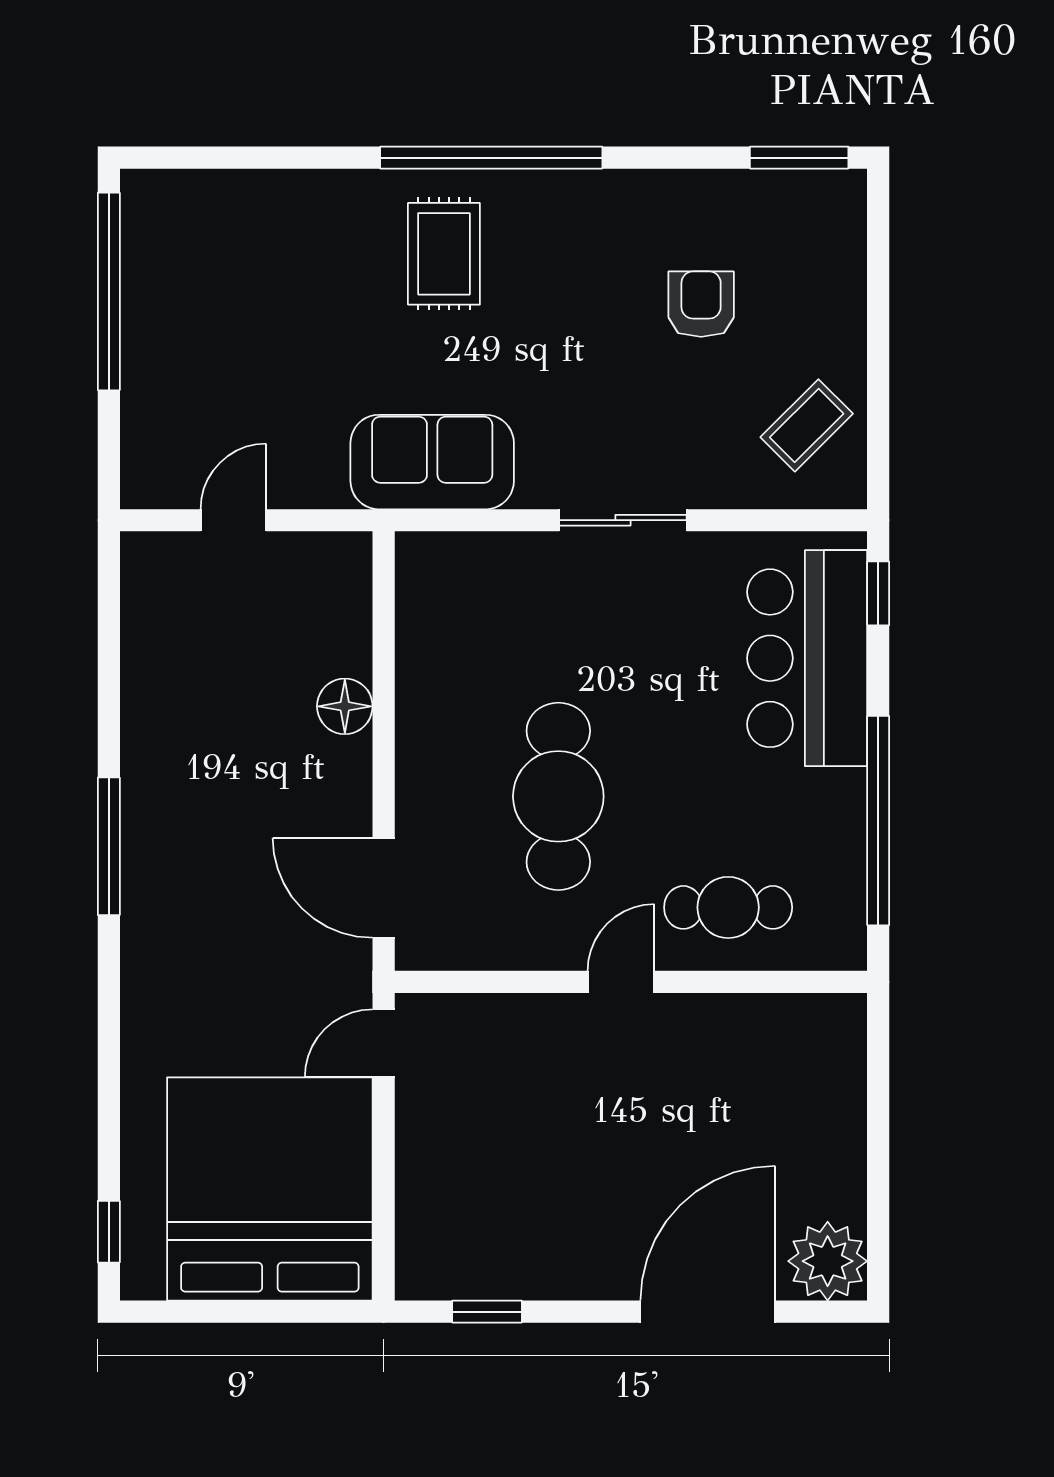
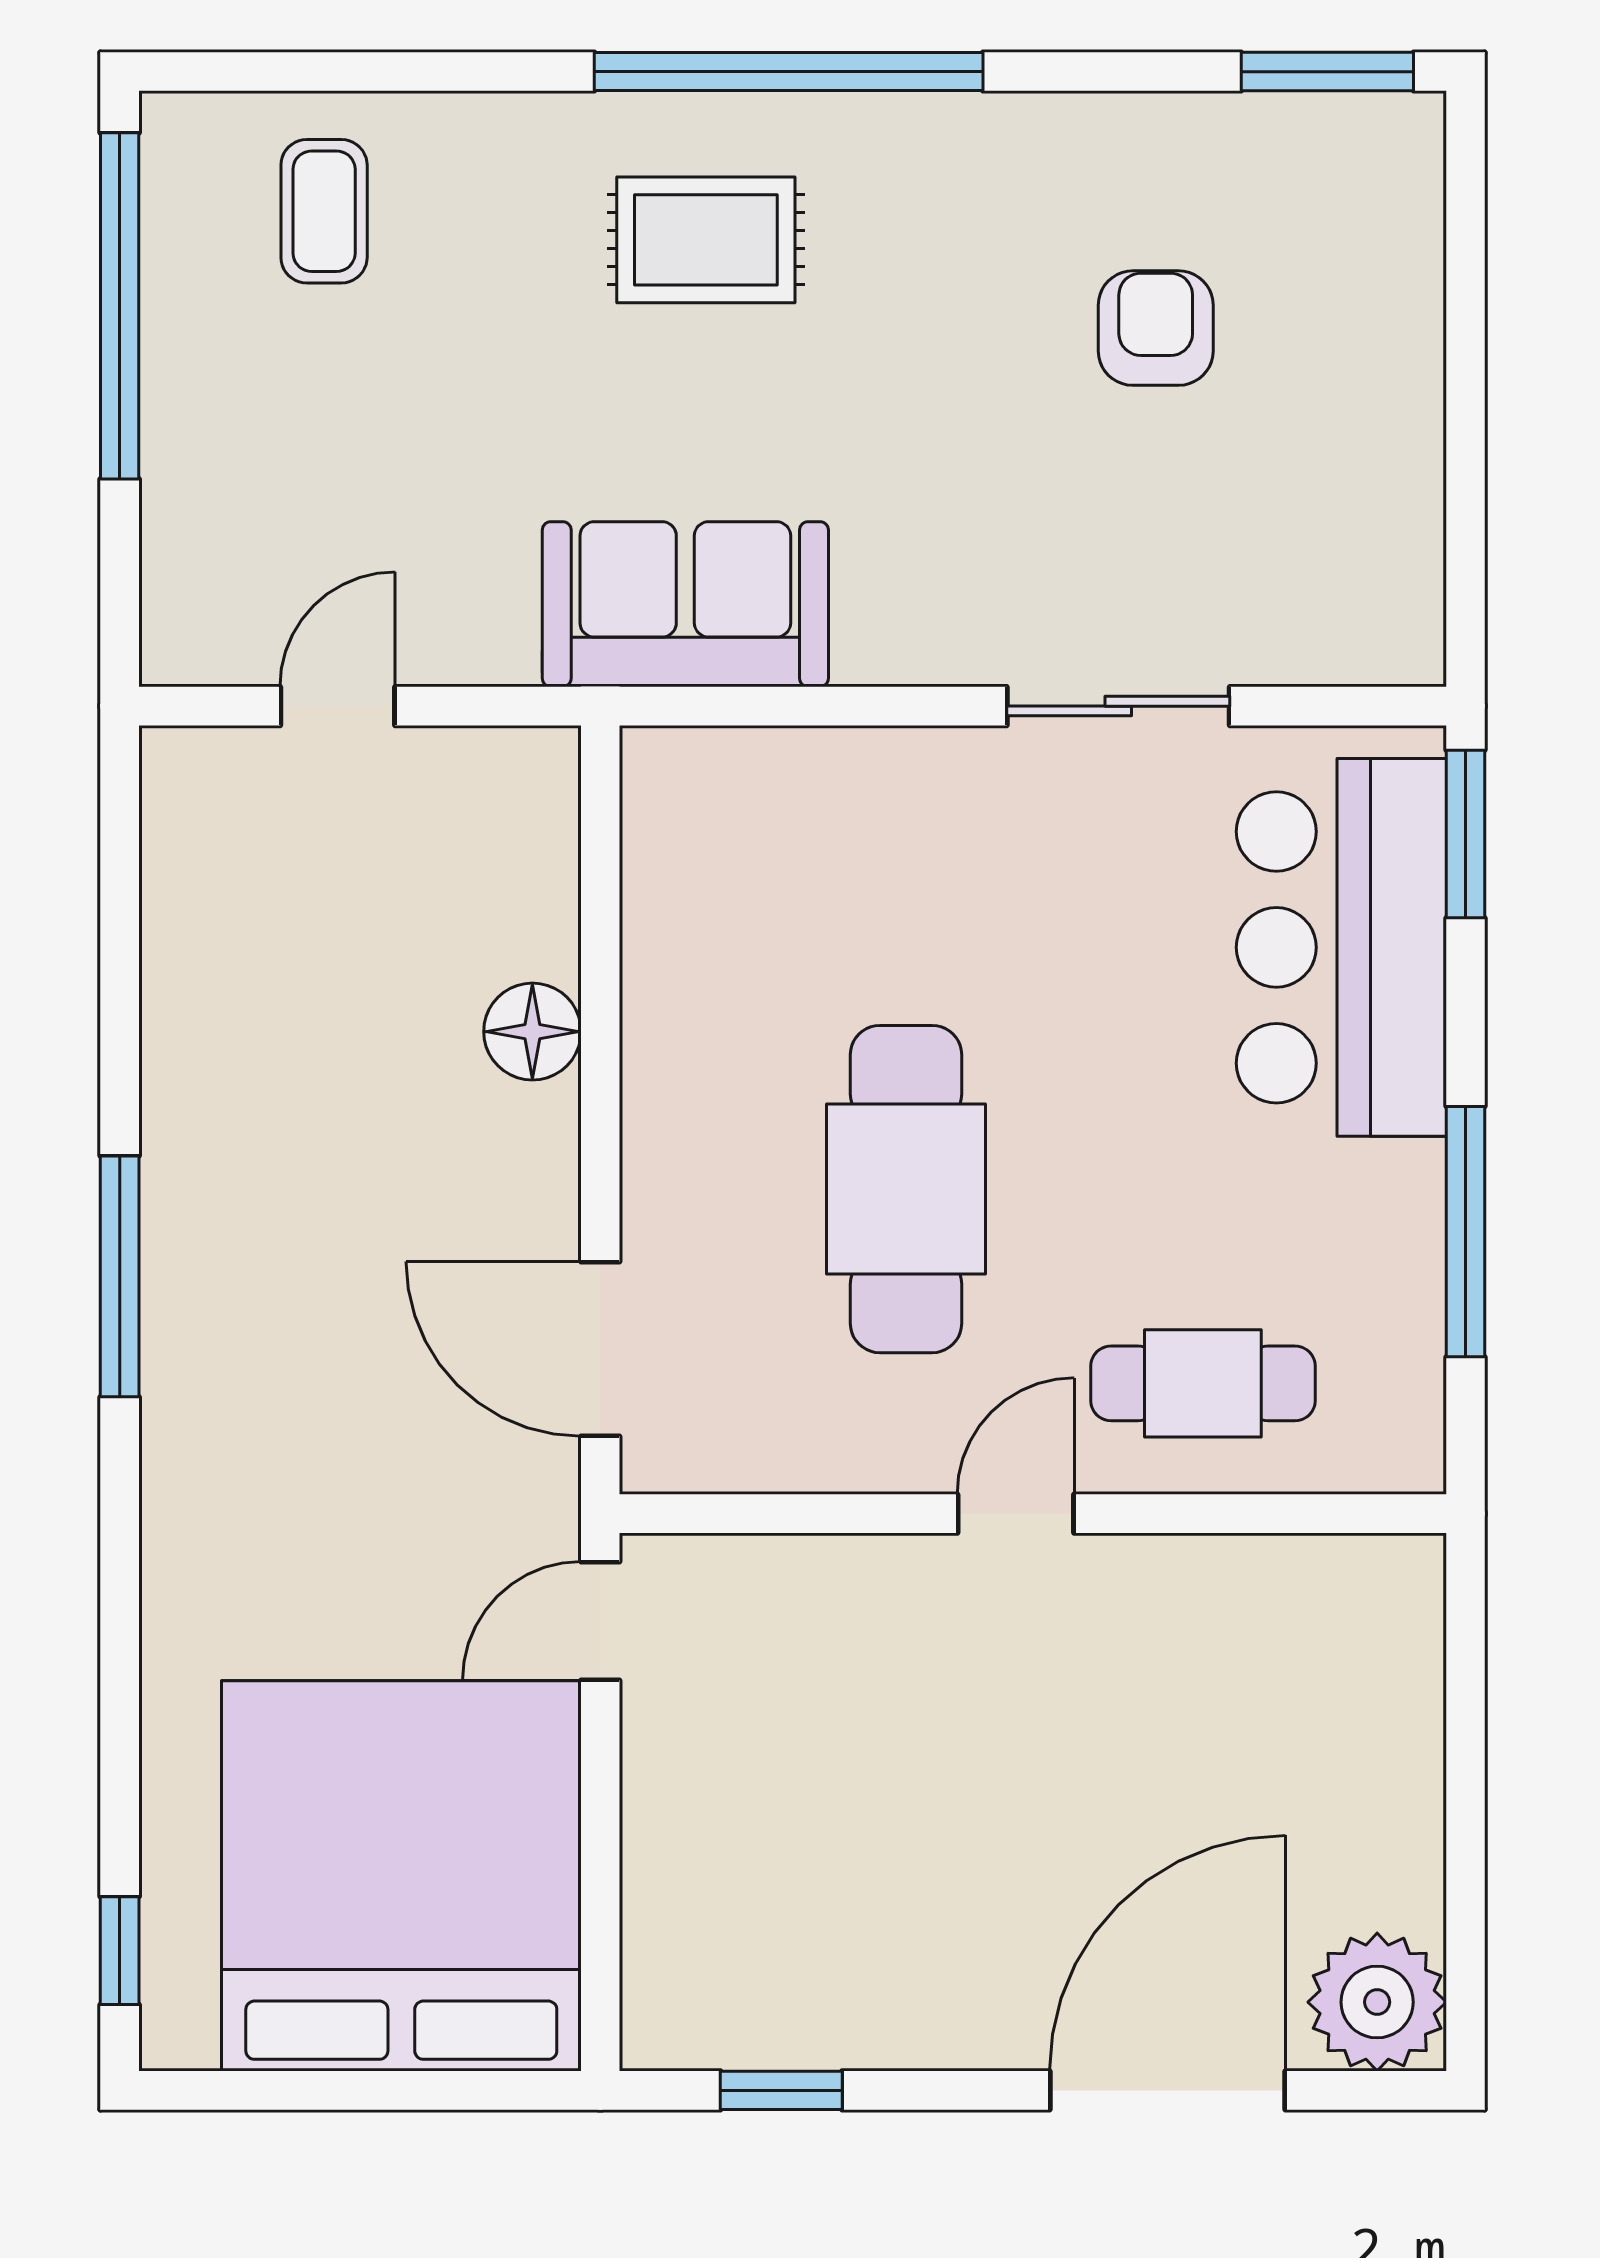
rug: (444, 254) -> (706, 240), turned 90
coffee table: (807, 425) -> (324, 211), moved, turned -45
sliding door: (623, 520) -> (1118, 706), moved
window: (878, 593) -> (1466, 834), width x1.50
window: (878, 821) -> (1466, 1232), width x0.68

